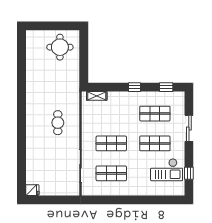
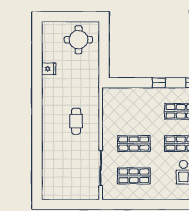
shelving: (97, 96) -> (118, 92), removed
fridge: (32, 190) -> (49, 69), moved

